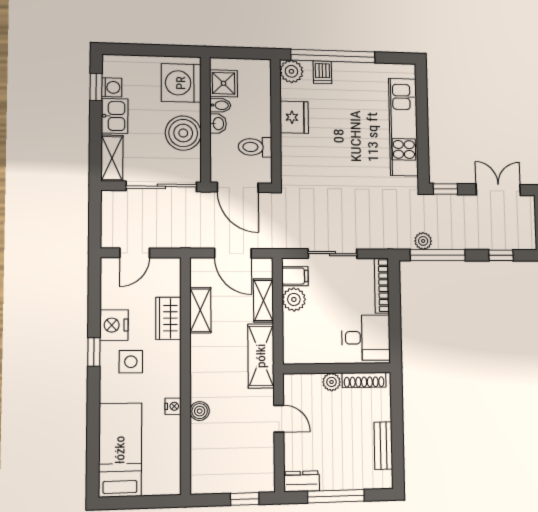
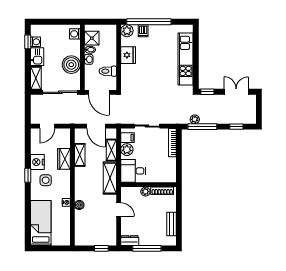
washing machine: (181, 83) -> (75, 34), width x0.53, depth x0.53
desk: (366, 338) -> (133, 171), moved, turned 180

